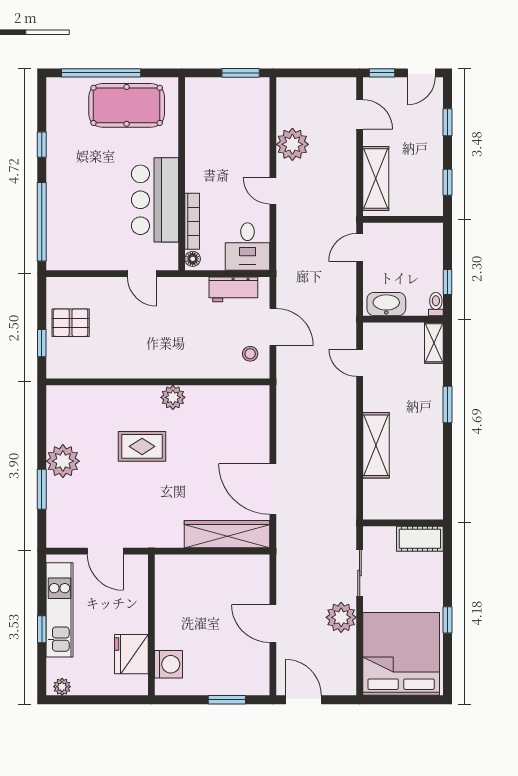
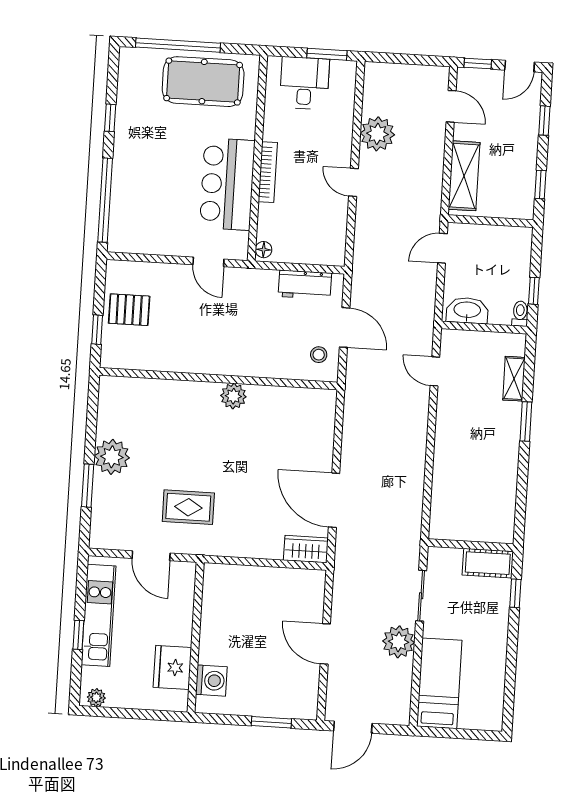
bookcase: (192, 221) -> (268, 172), moved
desk: (247, 246) -> (304, 83), moved, turned 180
shelving: (434, 343) -> (514, 379), moved
shelving: (376, 445) -> (447, 460), removed
rug: (142, 446) -> (188, 507), moved
wardrobe: (227, 534) -> (306, 549), width x0.48, depth x0.85
window: (447, 620) -> (515, 593), moved
bed: (401, 654) -> (439, 683), width x0.49
door: (303, 700) -> (353, 727), swing flipped

